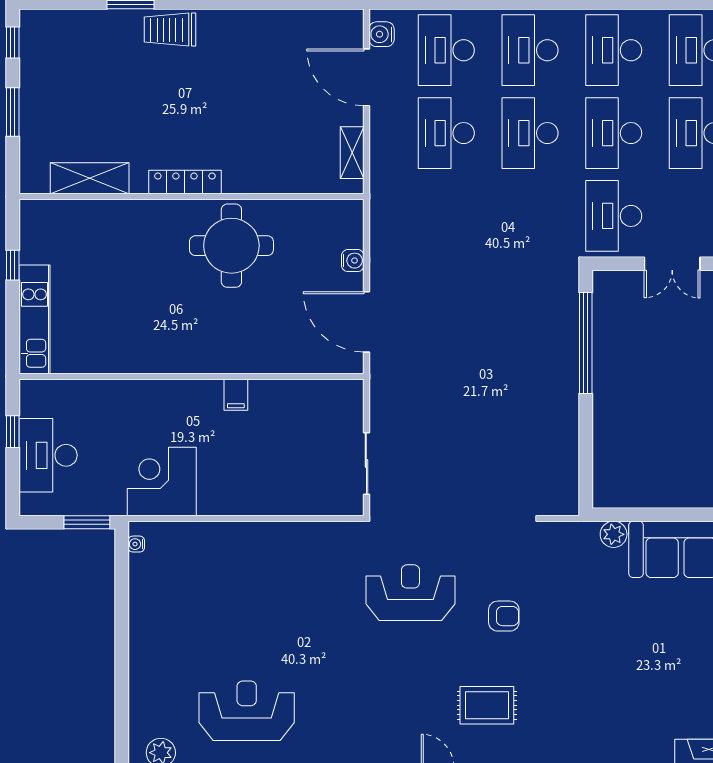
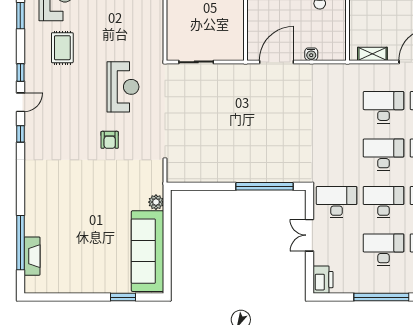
rug: (487, 705) -> (62, 48), moved

